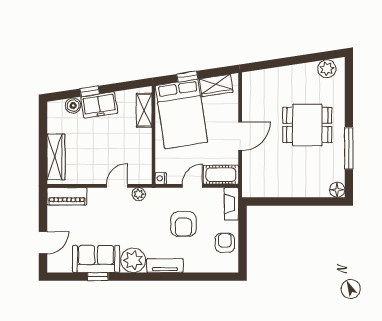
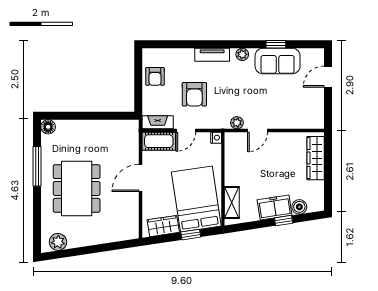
dining table: (307, 125) -> (77, 188), width x1.38
piano: (67, 196) -> (305, 121), removed
fireplace: (231, 204) -> (158, 122), moved, turned -90
armchair: (183, 224) -> (194, 94), turned 180
plant: (133, 260) -> (242, 54), width x0.53, depth x0.53

